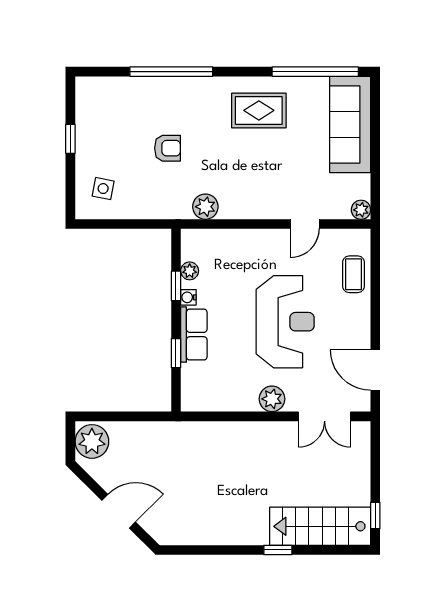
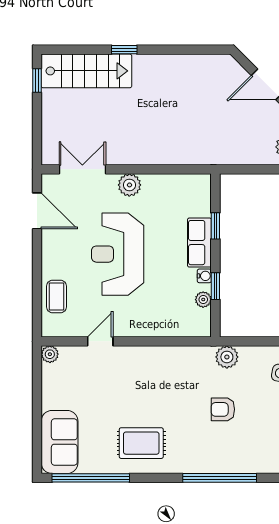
sofa: (350, 124) -> (60, 442), width x0.73
plant: (205, 207) -> (227, 357), moved

